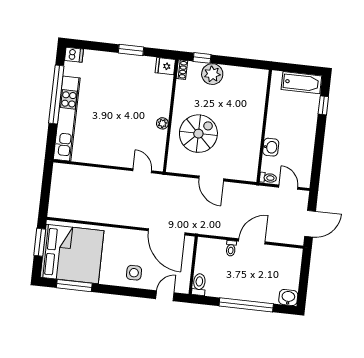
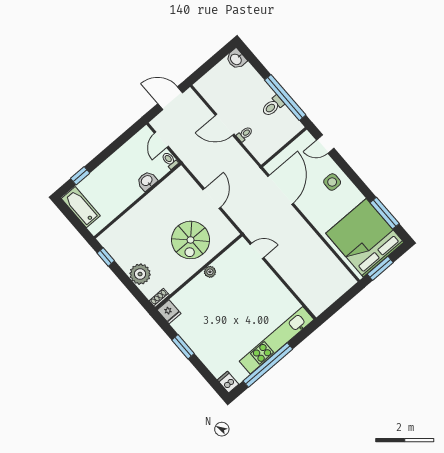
window: (202, 58) -> (106, 257), moved
spiral stairs: (198, 134) -> (191, 240), turned -90
door: (142, 171) -> (257, 251), swing flipped
toilet: (199, 284) -> (273, 106), moved
window: (246, 305) -> (285, 97), moved

